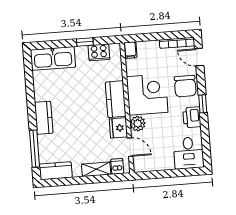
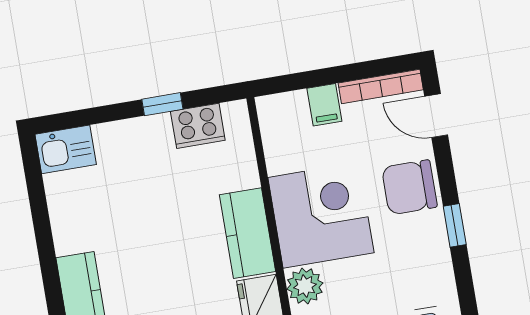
filing cabinet: (130, 50) -> (324, 105), moved
kitchen sink: (53, 58) -> (66, 149), width x0.53, depth x0.81
chair: (185, 86) -> (409, 187), turned 90
printer: (192, 117) -> (432, 259), removed

